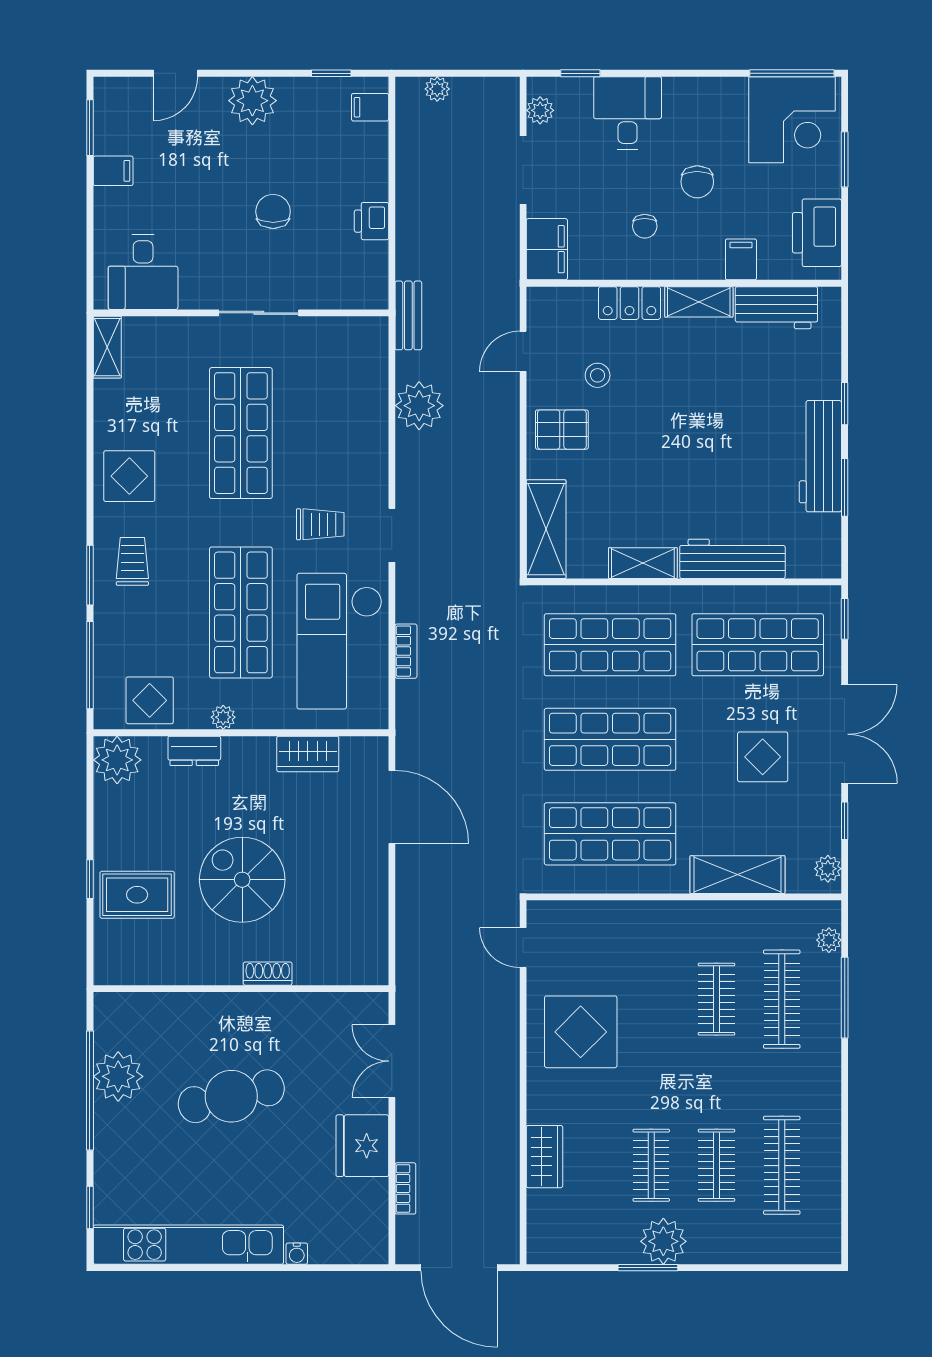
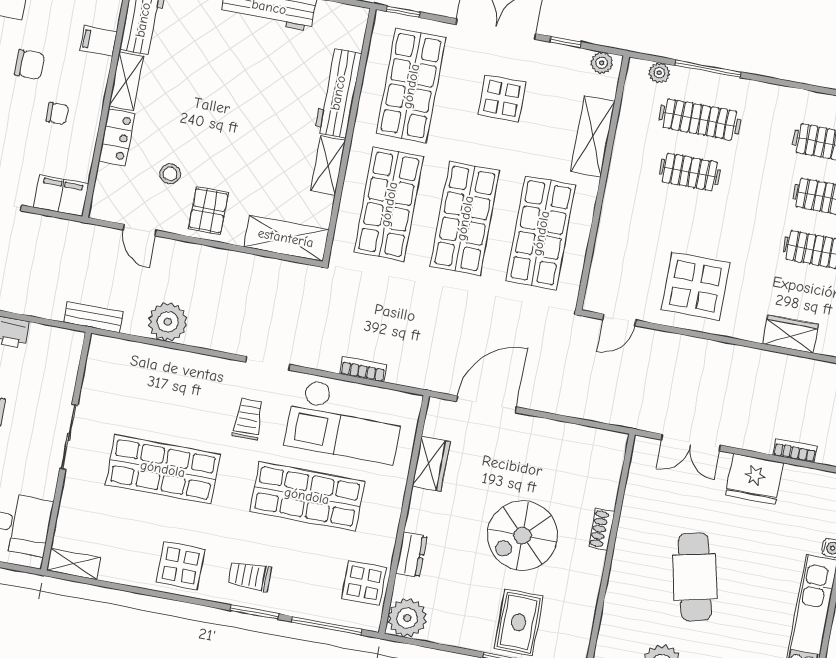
plant: (223, 717) -> (389, 526), removed

